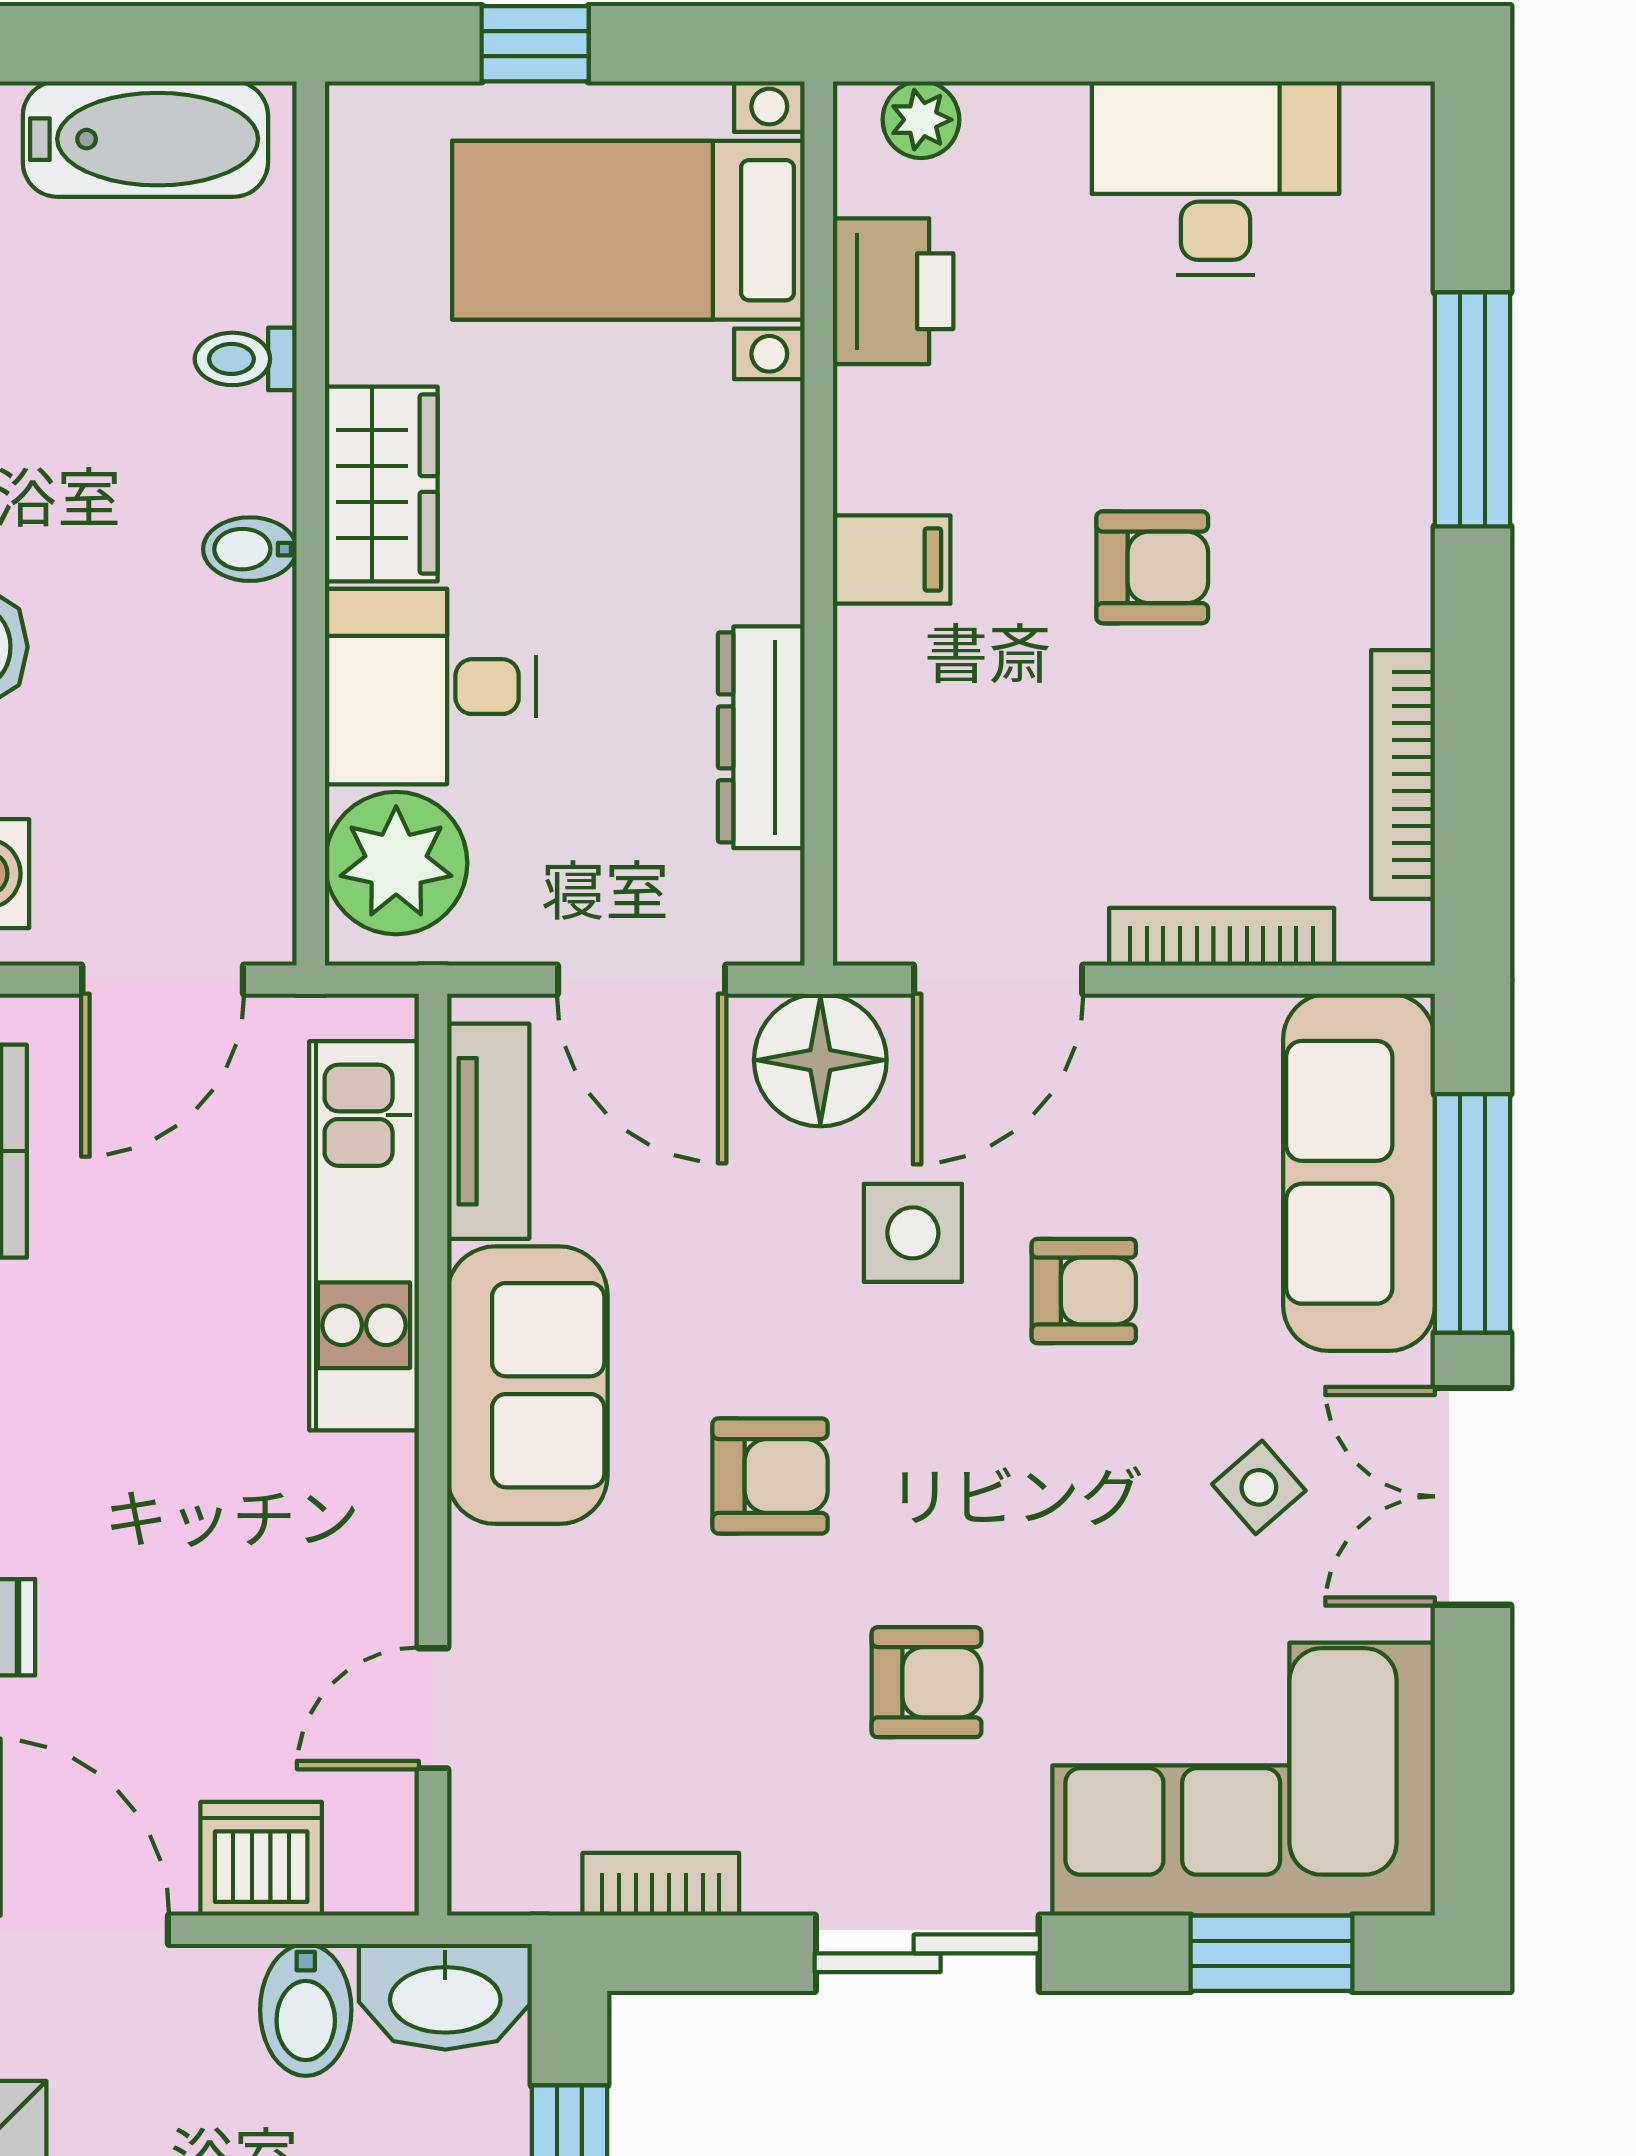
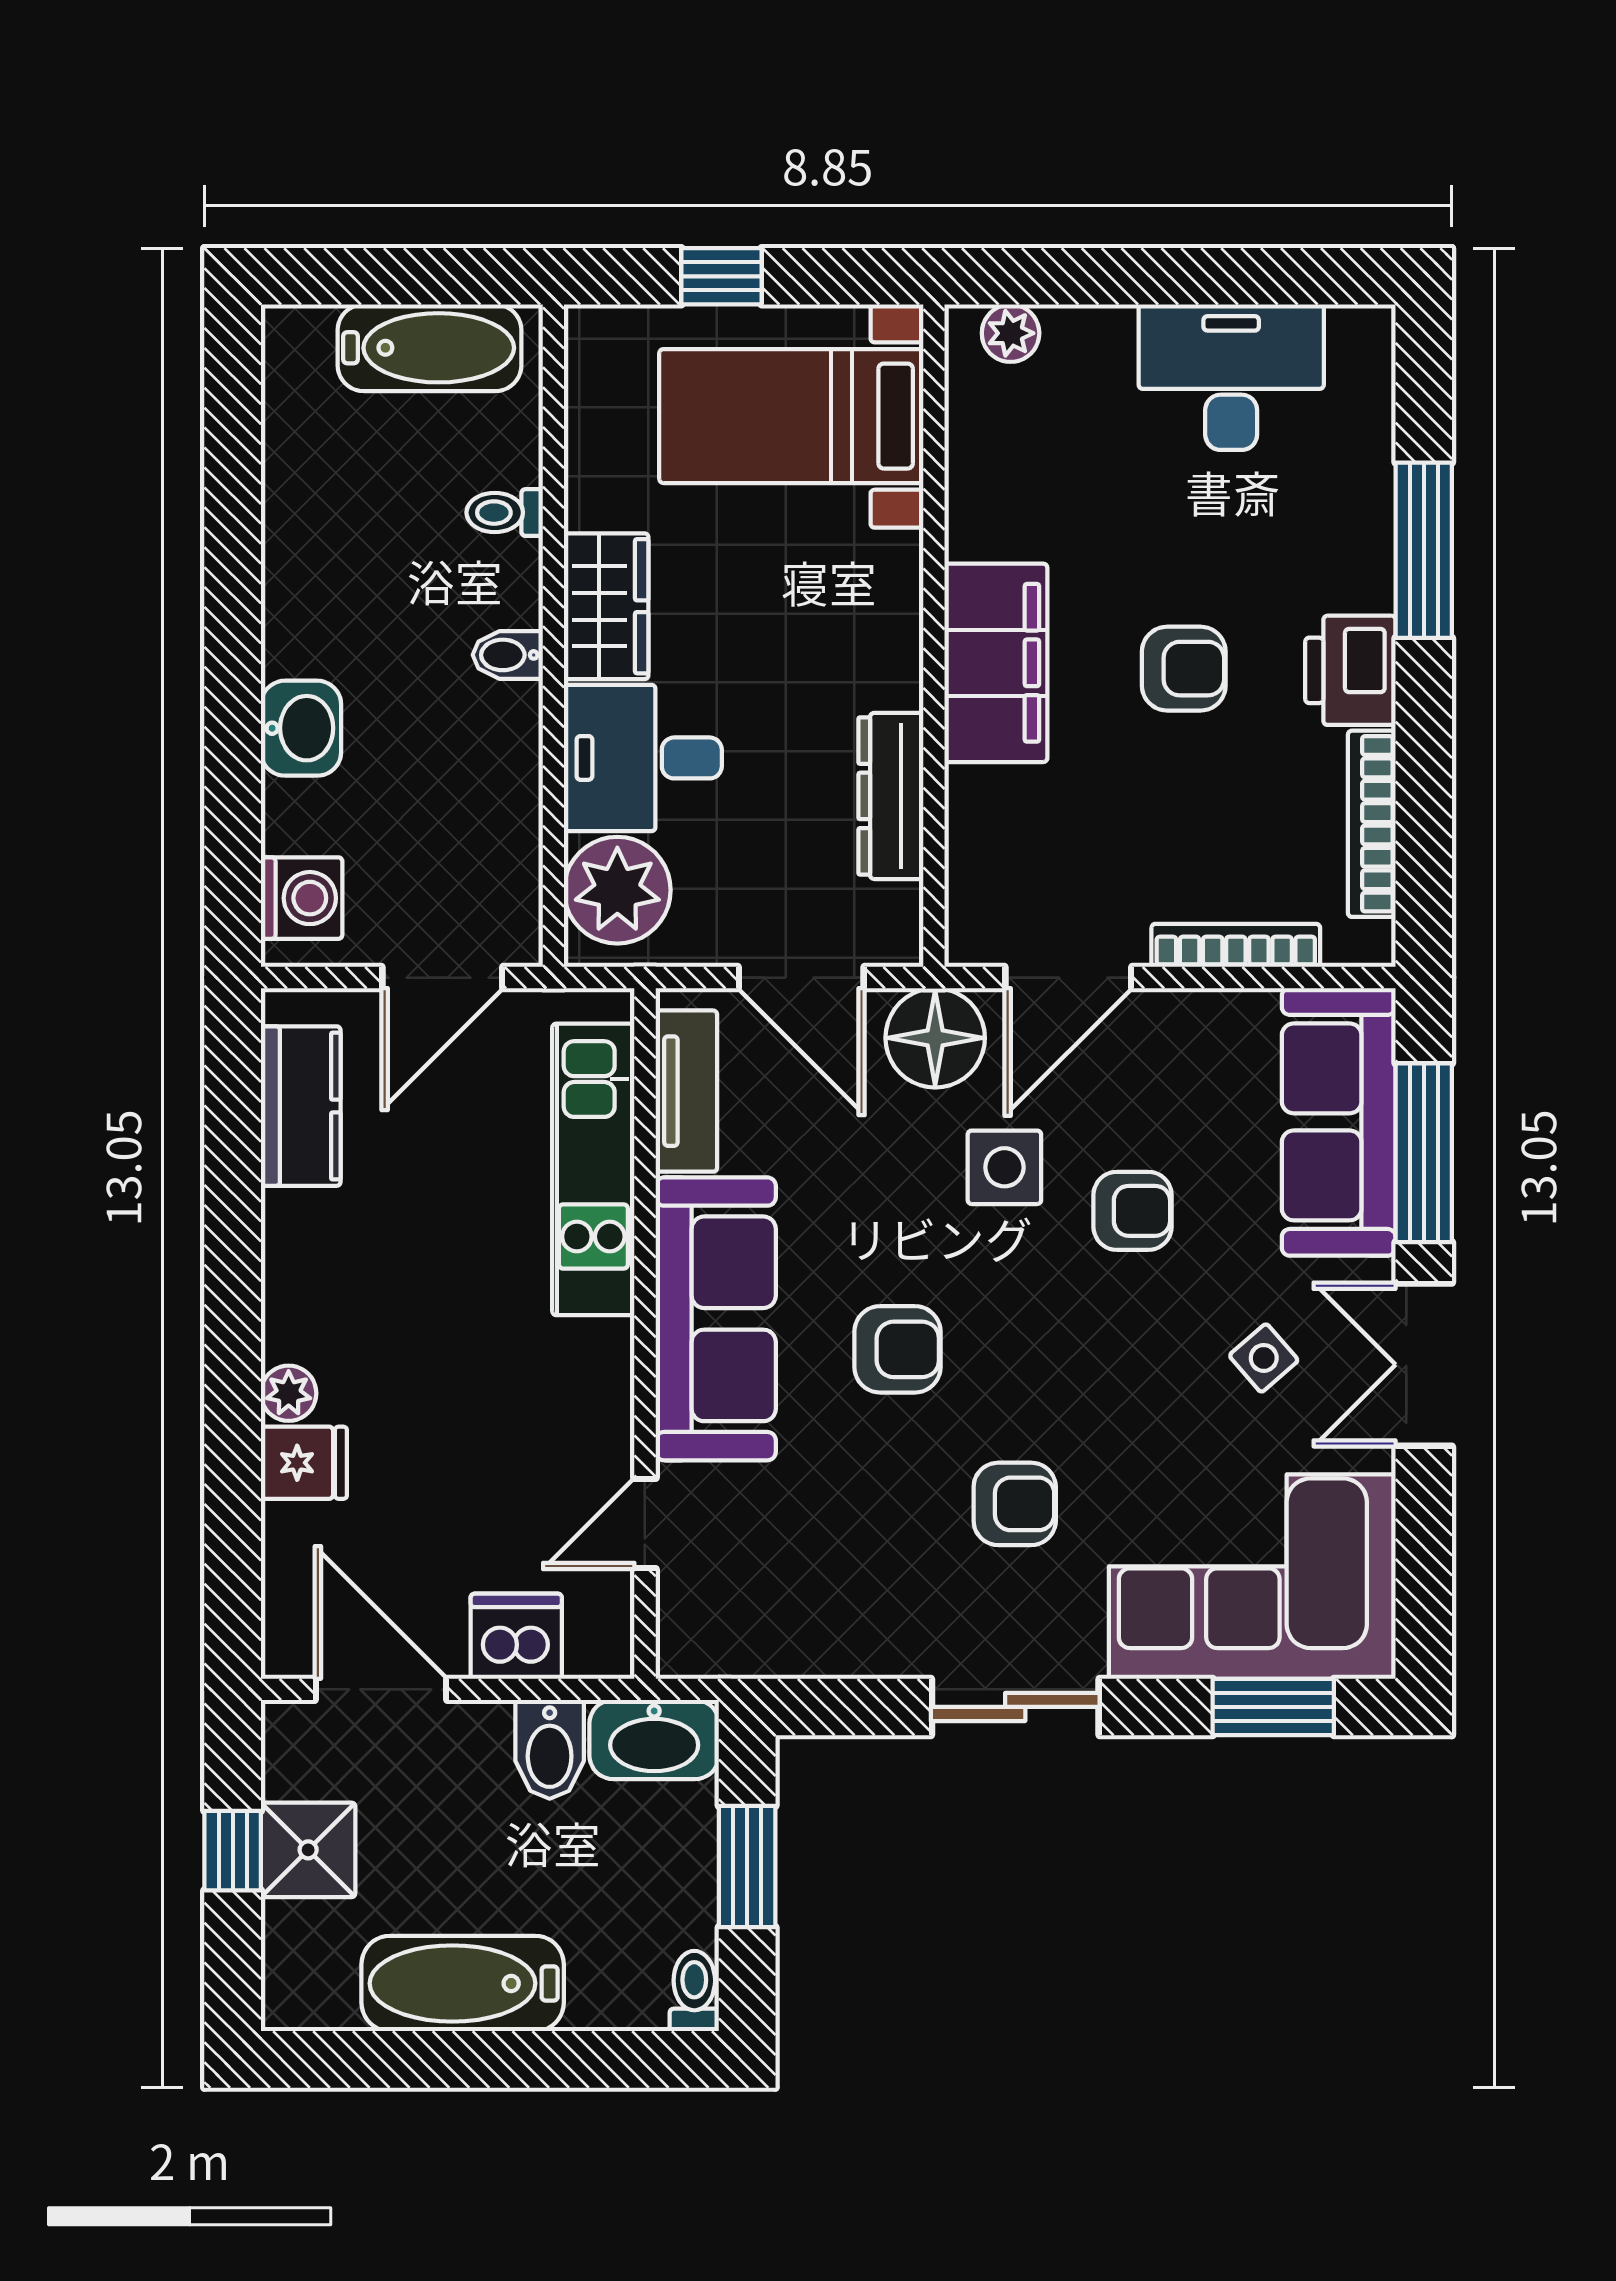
printer: (893, 291) -> (1350, 670), moved, turned 180
filing cabinet: (892, 560) -> (996, 663), width x3.00, depth x1.17
sofa: (527, 1385) -> (716, 1319), width x1.36
bookcase: (661, 1884) -> (816, 1655), removed

